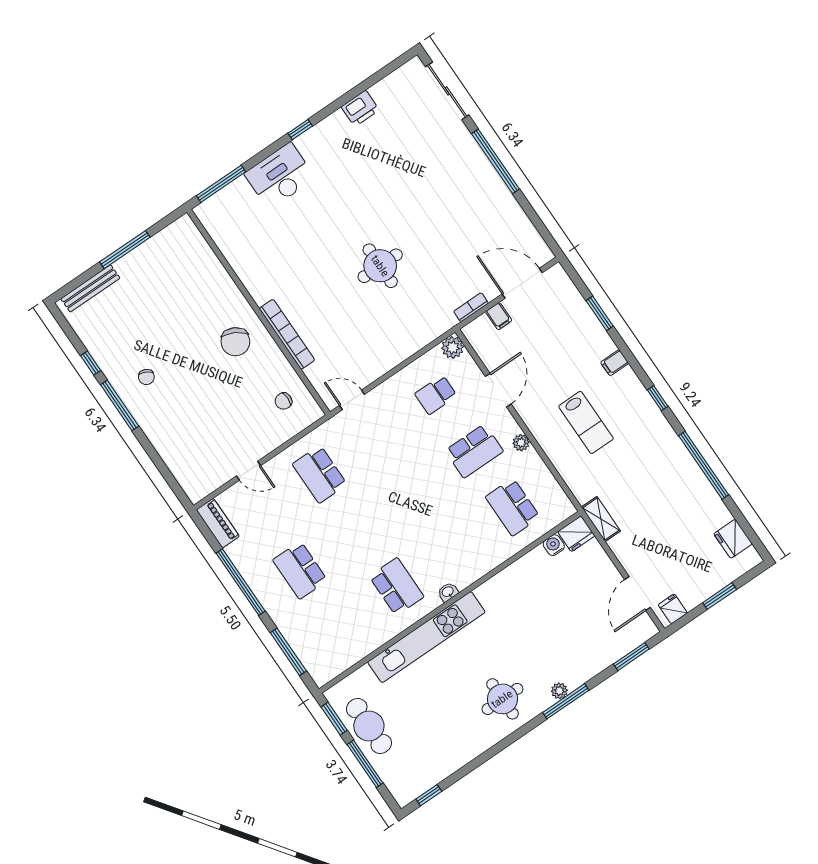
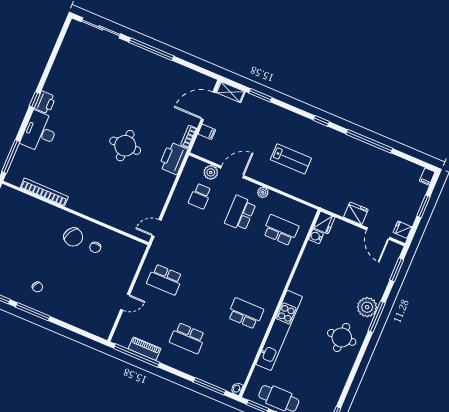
printer: (360, 108) -> (45, 102), moved
printer: (432, 323) -> (173, 158), added
bookcase: (287, 334) -> (44, 192), moved
plant: (453, 347) -> (211, 172), moved
filing cabinet: (615, 363) -> (427, 177), moved
door: (498, 390) -> (232, 172), hinge flipped
chair: (283, 401) -> (95, 247), moved
school desk: (474, 451) -> (240, 213), turned 180
school desk: (513, 507) -> (281, 230), turned 180
shelving: (601, 519) -> (230, 92), moved
piano: (218, 523) -> (144, 349), moved
fridge: (733, 539) -> (356, 213), moved, turned 180
window: (241, 582) -> (137, 355), moved
washbasin: (448, 592) -> (237, 389), moved
plant: (559, 691) -> (367, 307), width x1.88, depth x1.88

